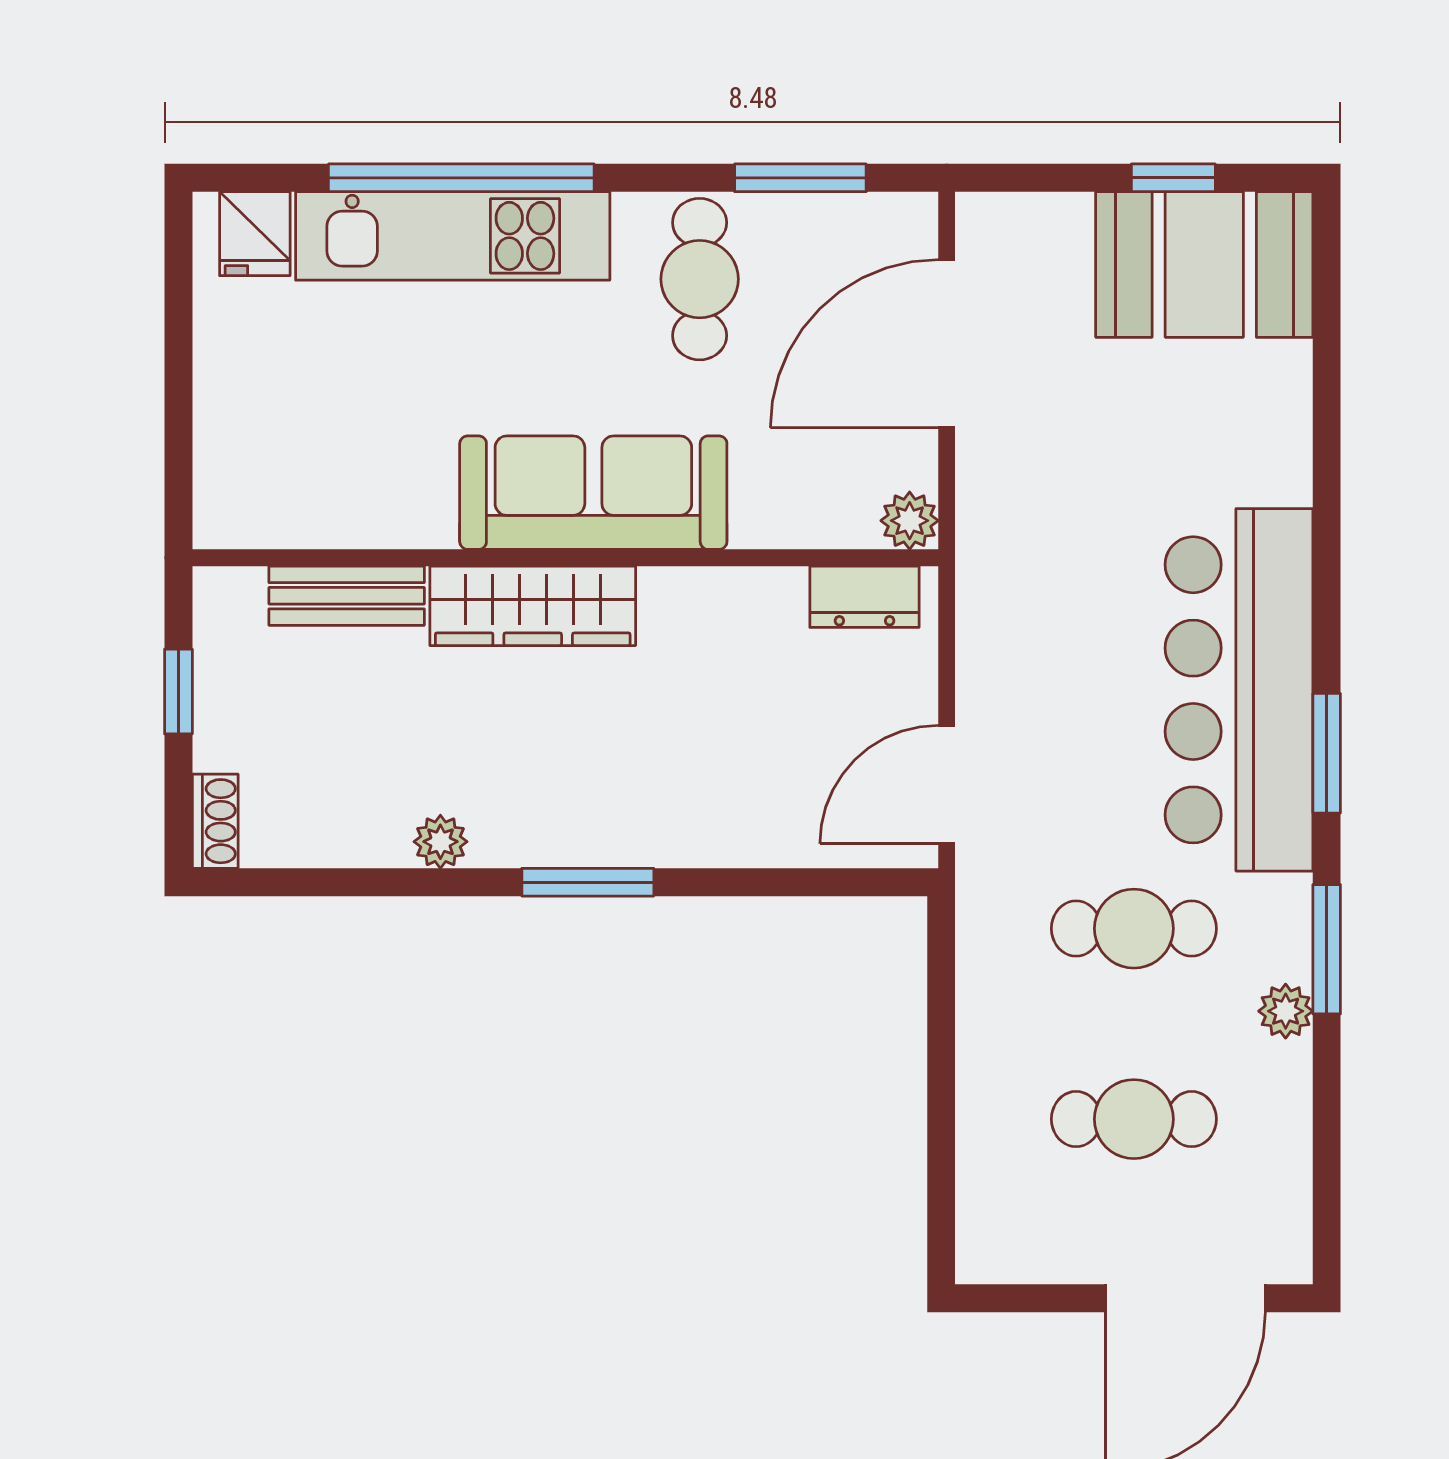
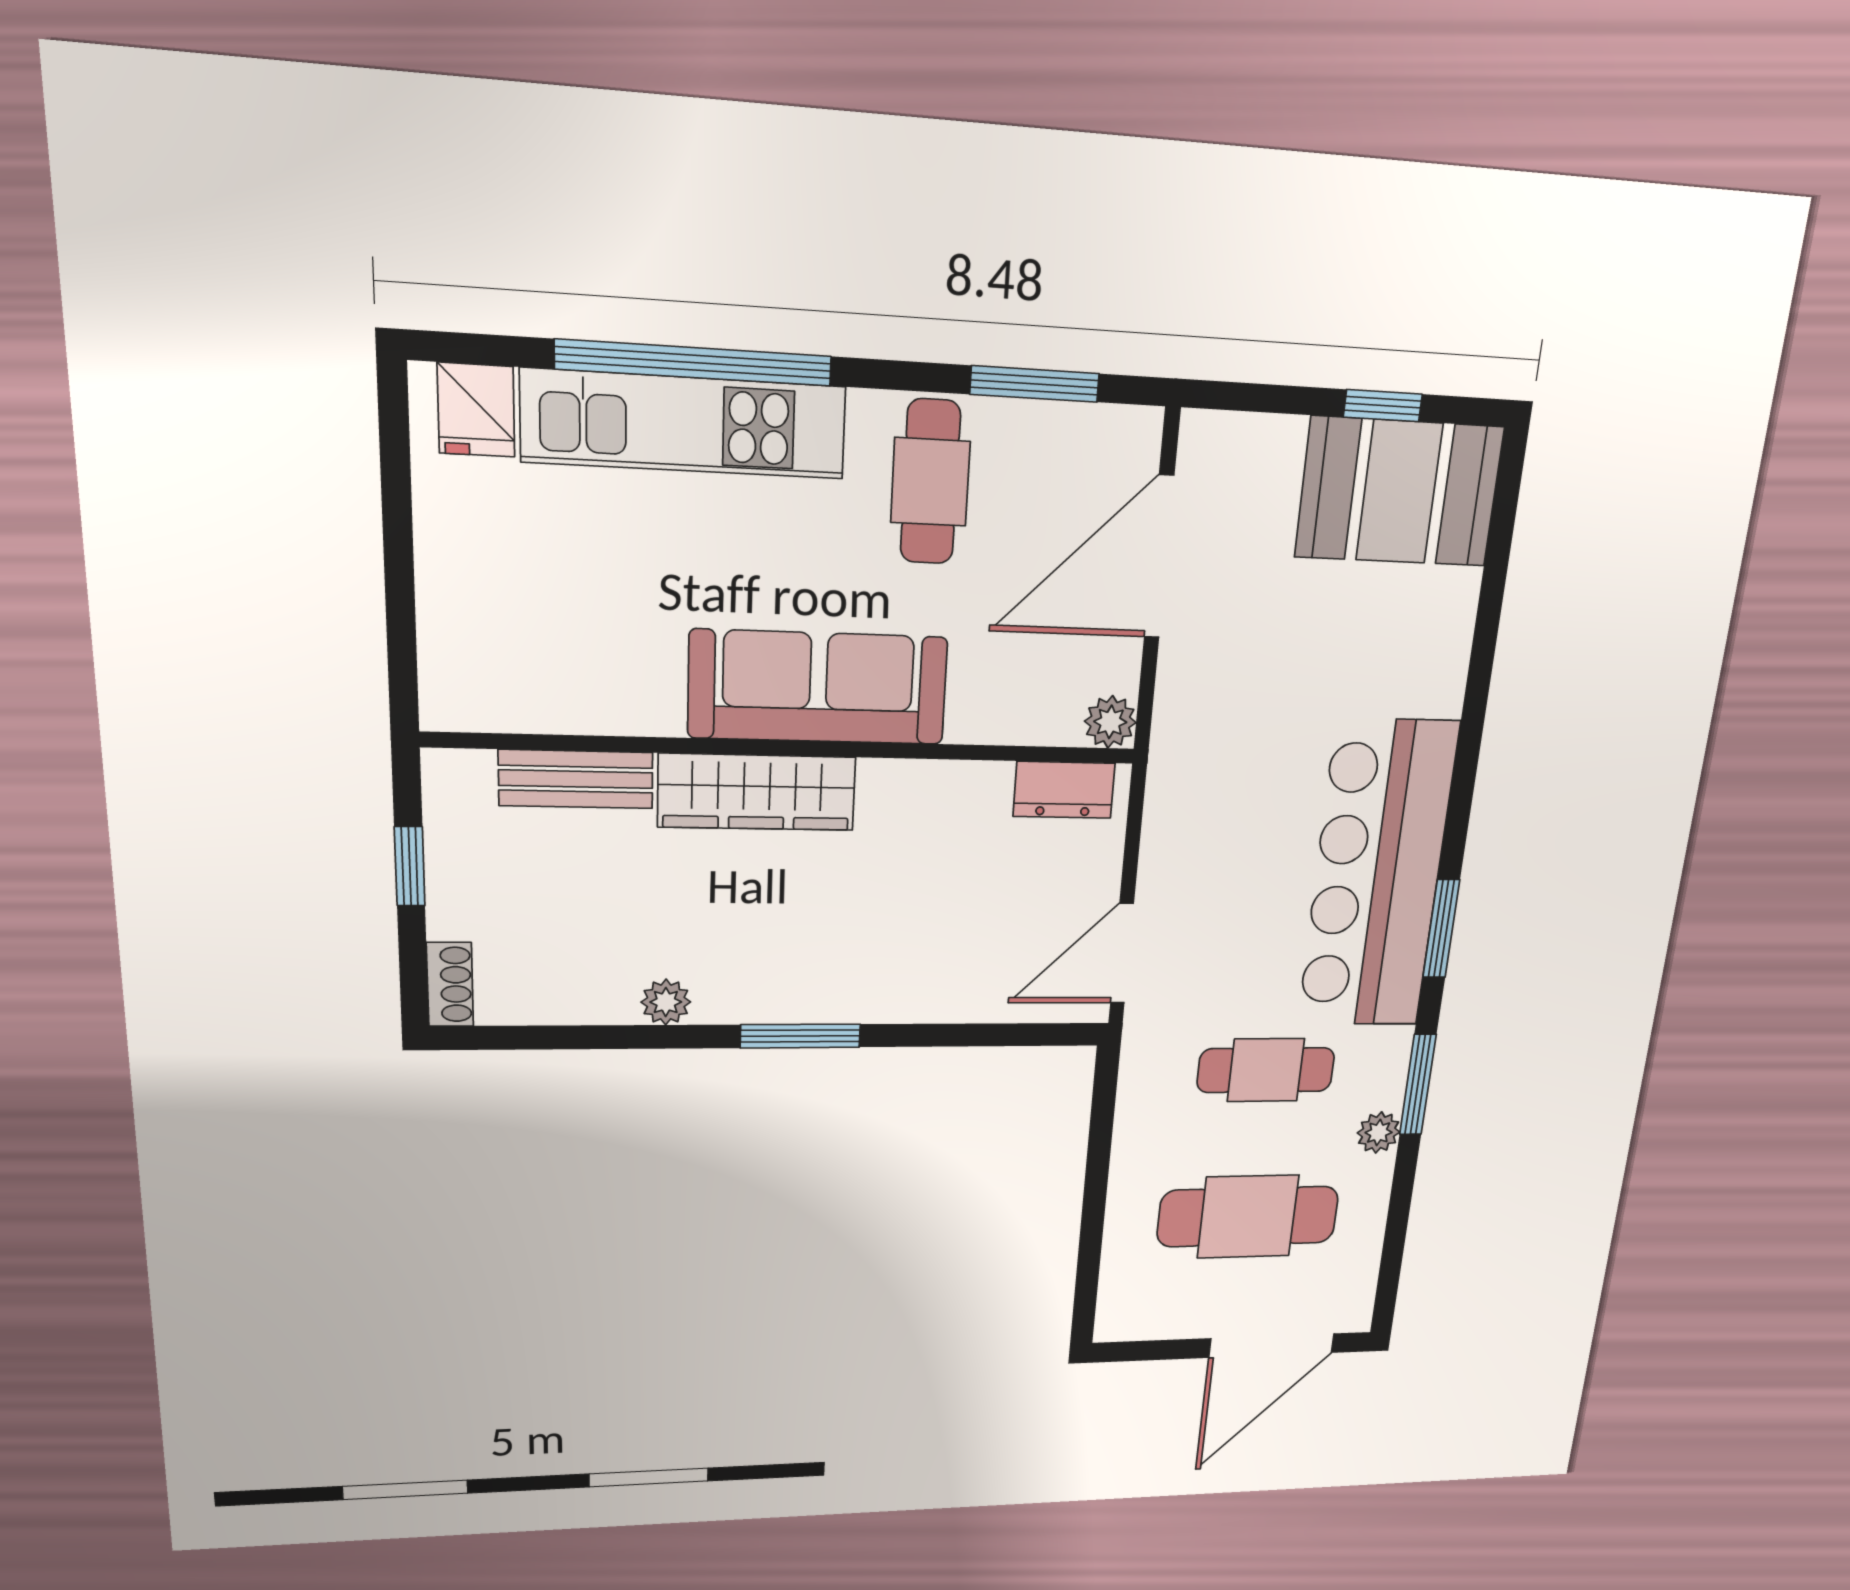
cafe table: (1134, 1119) -> (1248, 1217), width x1.37, depth x1.35

